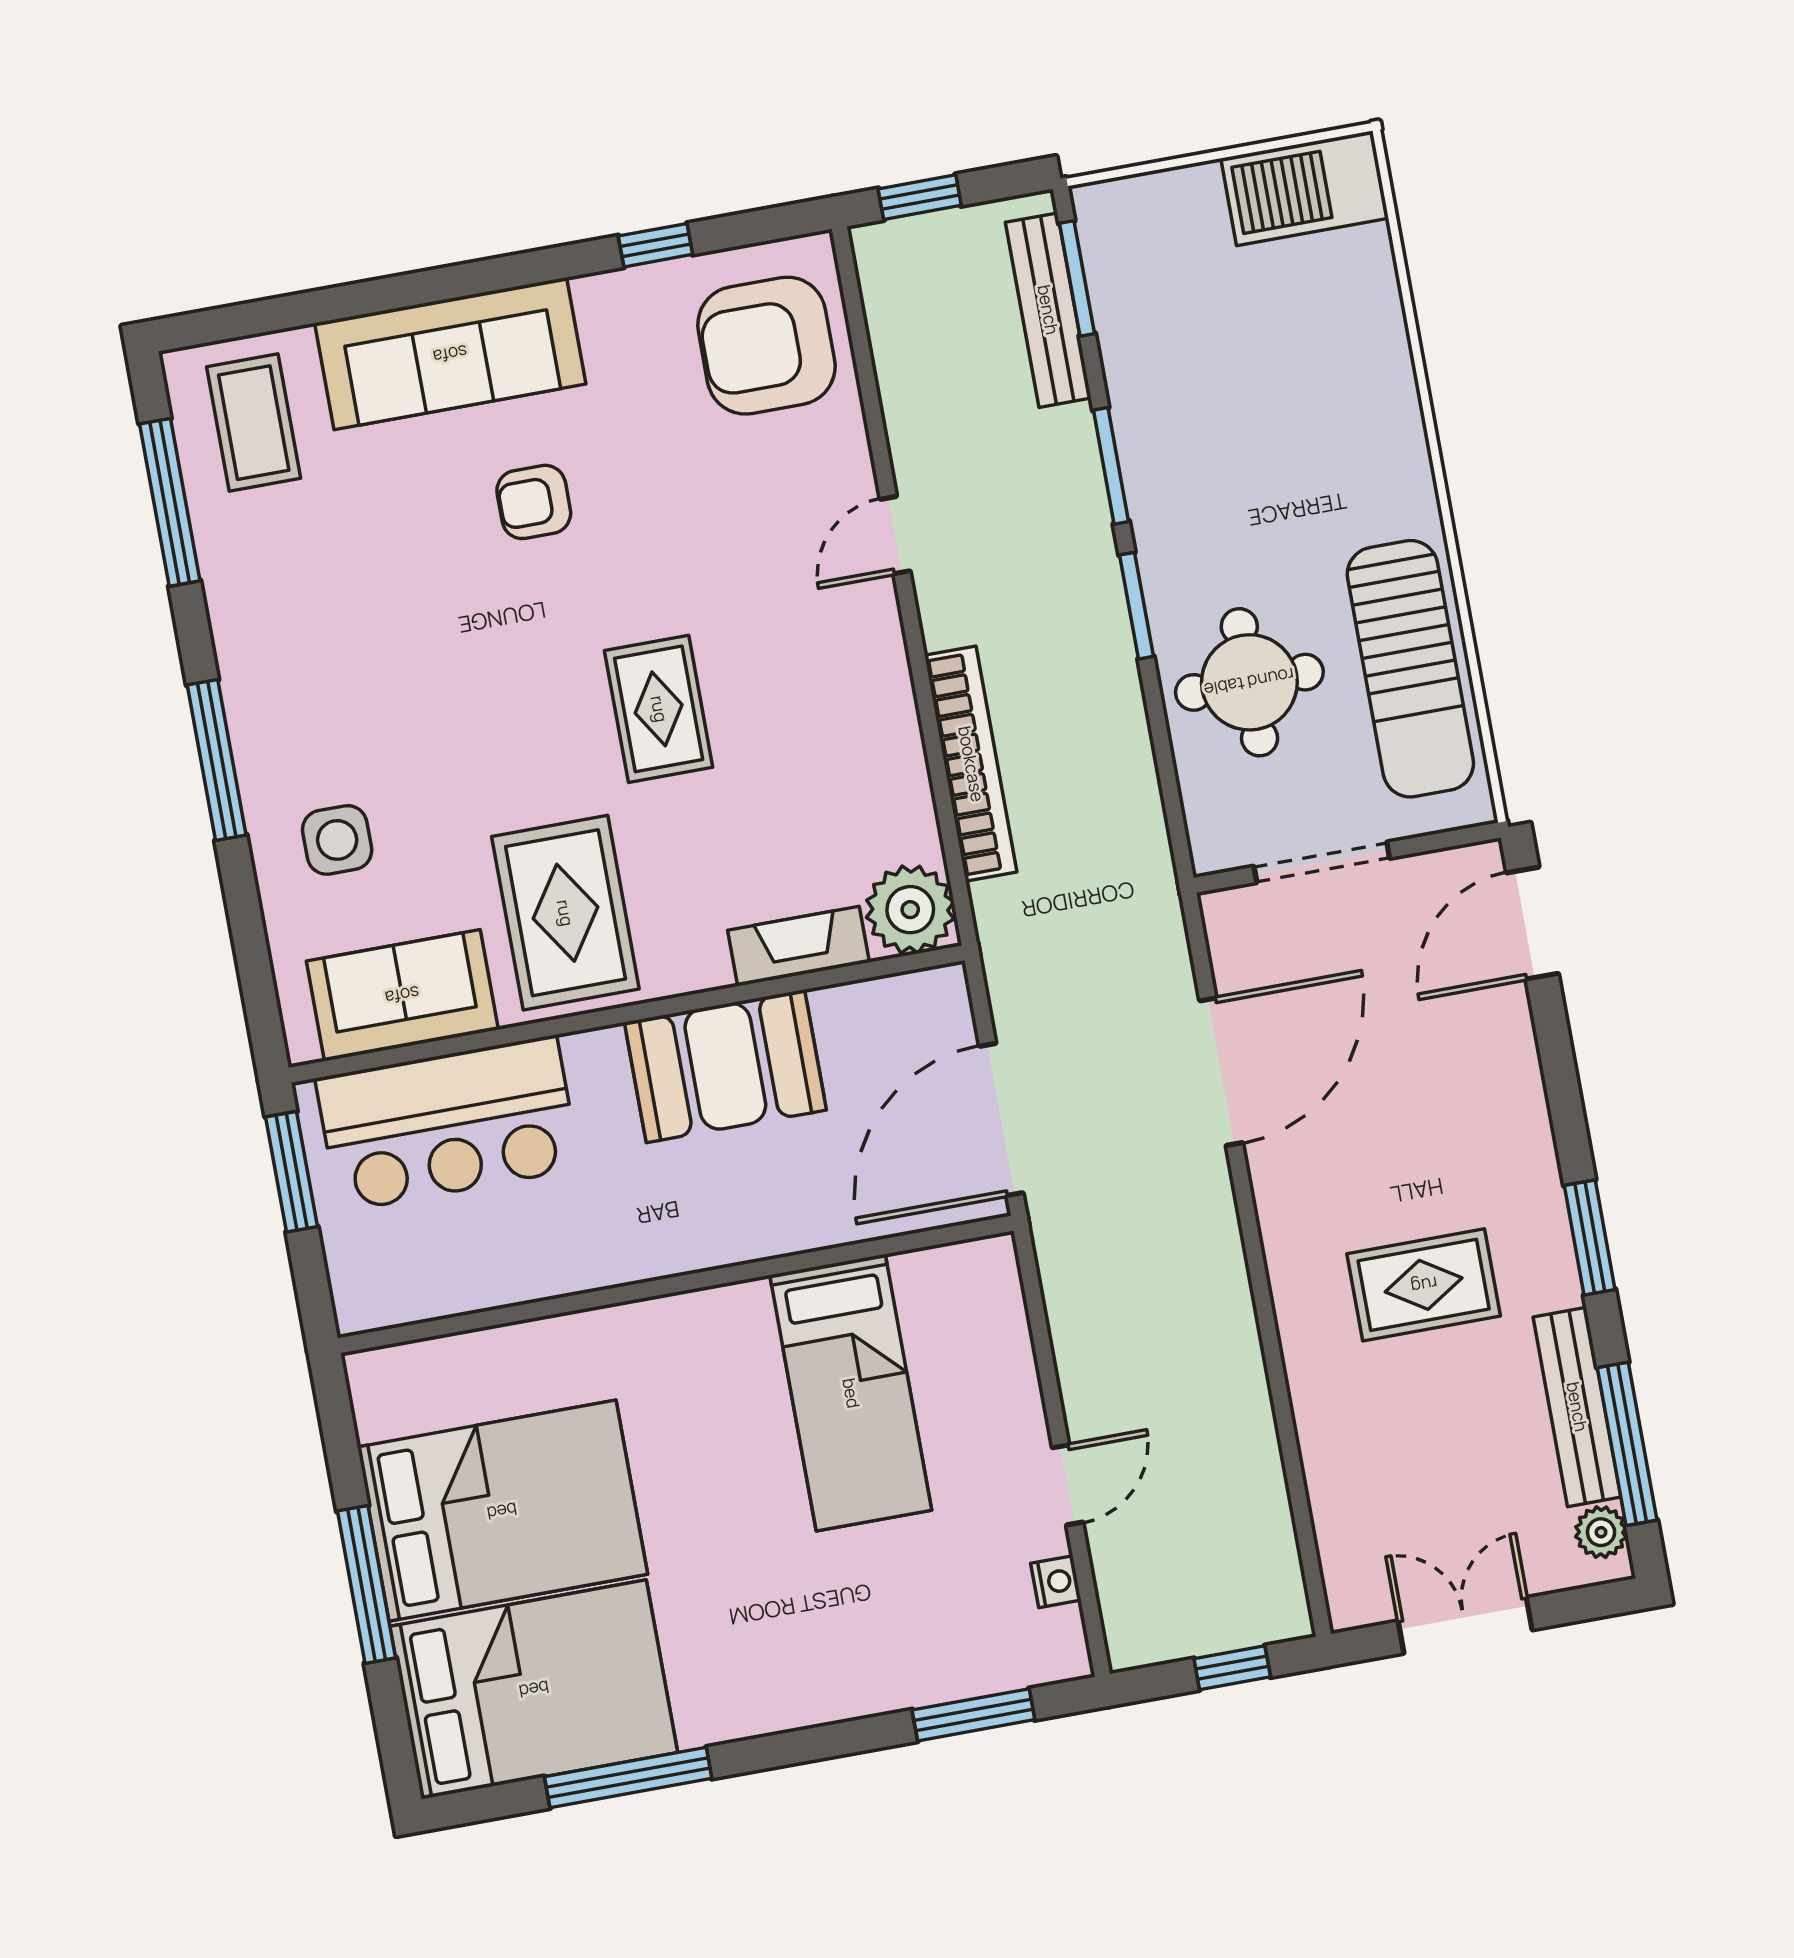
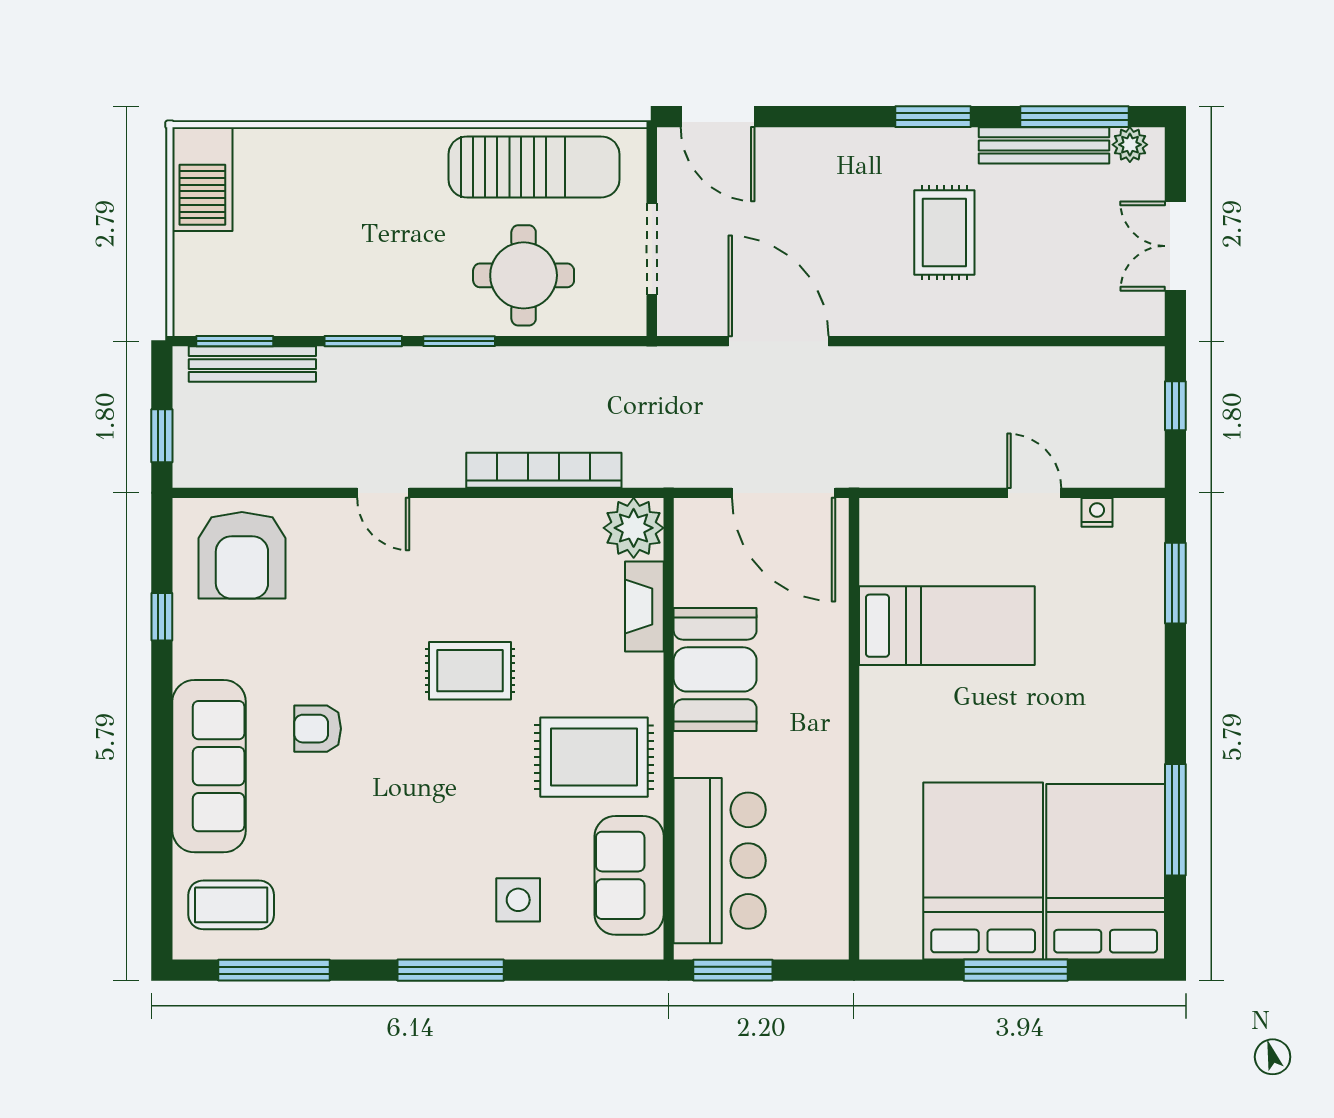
armchair: (534, 502) -> (318, 729), turned 90

